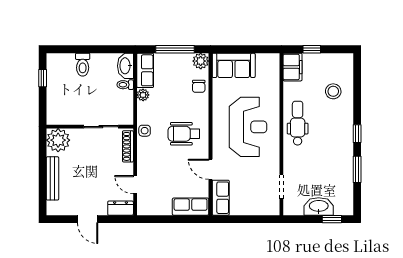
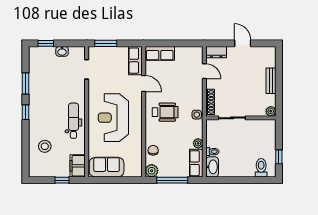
toilet: (83, 65) -> (261, 168), moved
sofa: (234, 65) -> (107, 167), moved
dental chair: (298, 123) -> (73, 121), turned 180
plant: (58, 140) -> (271, 111), width x0.53, depth x0.53
bench: (52, 178) -> (271, 81), width x0.73
washbasin: (319, 206) -> (62, 51), width x0.52, depth x0.69
window: (257, 219) -> (106, 43), added

